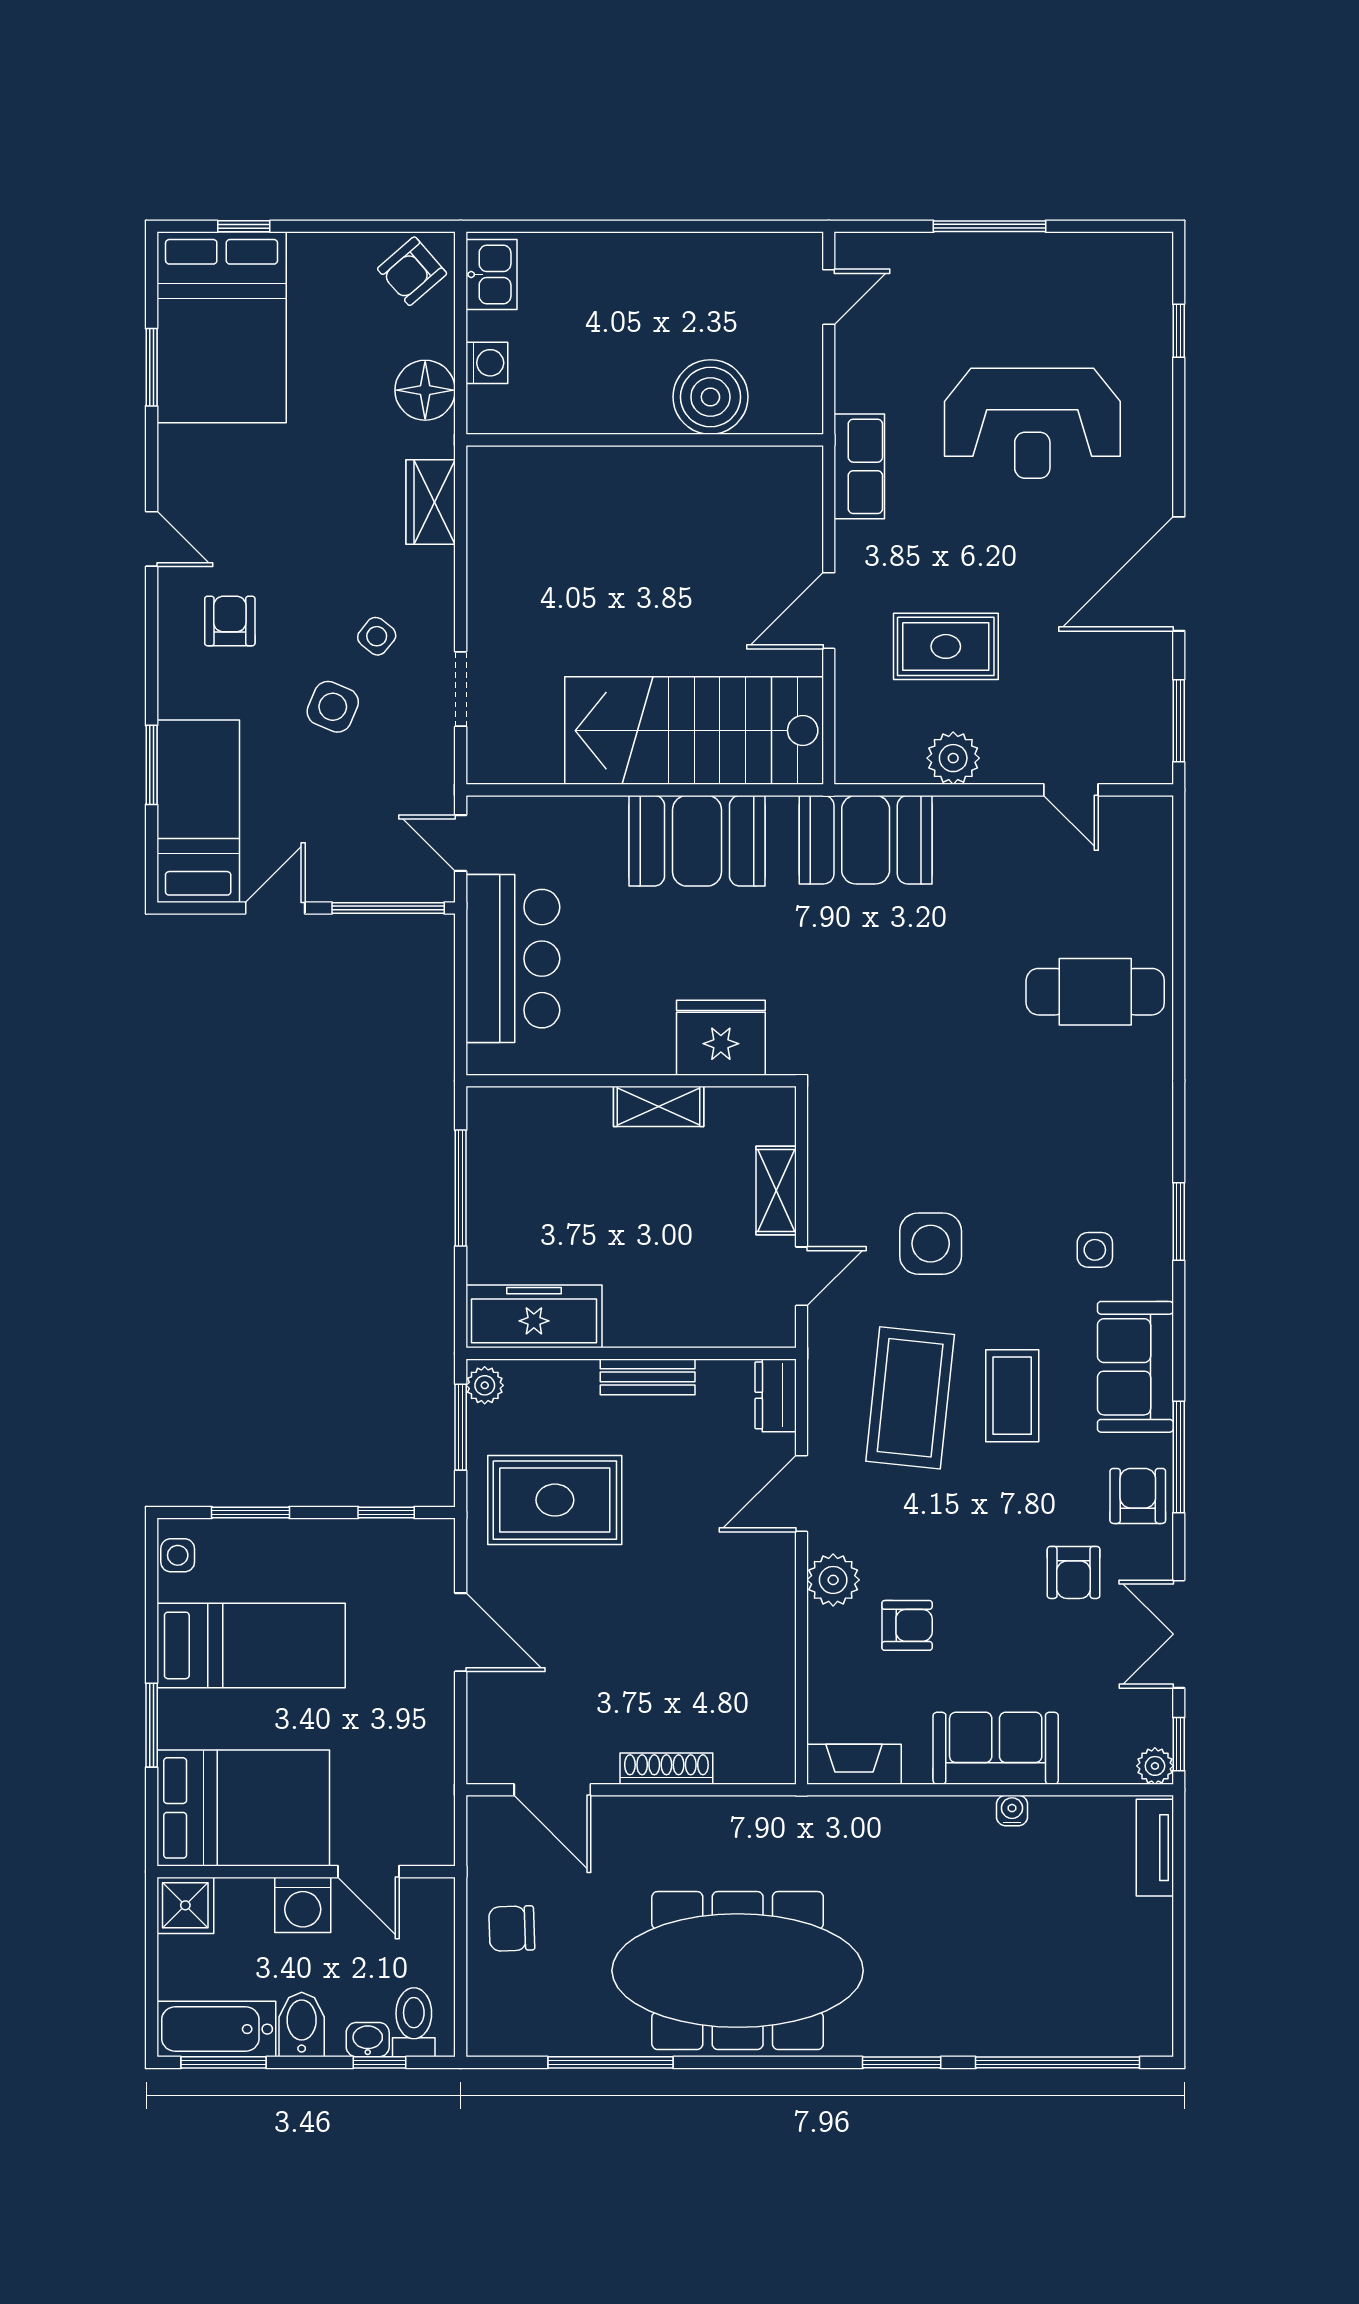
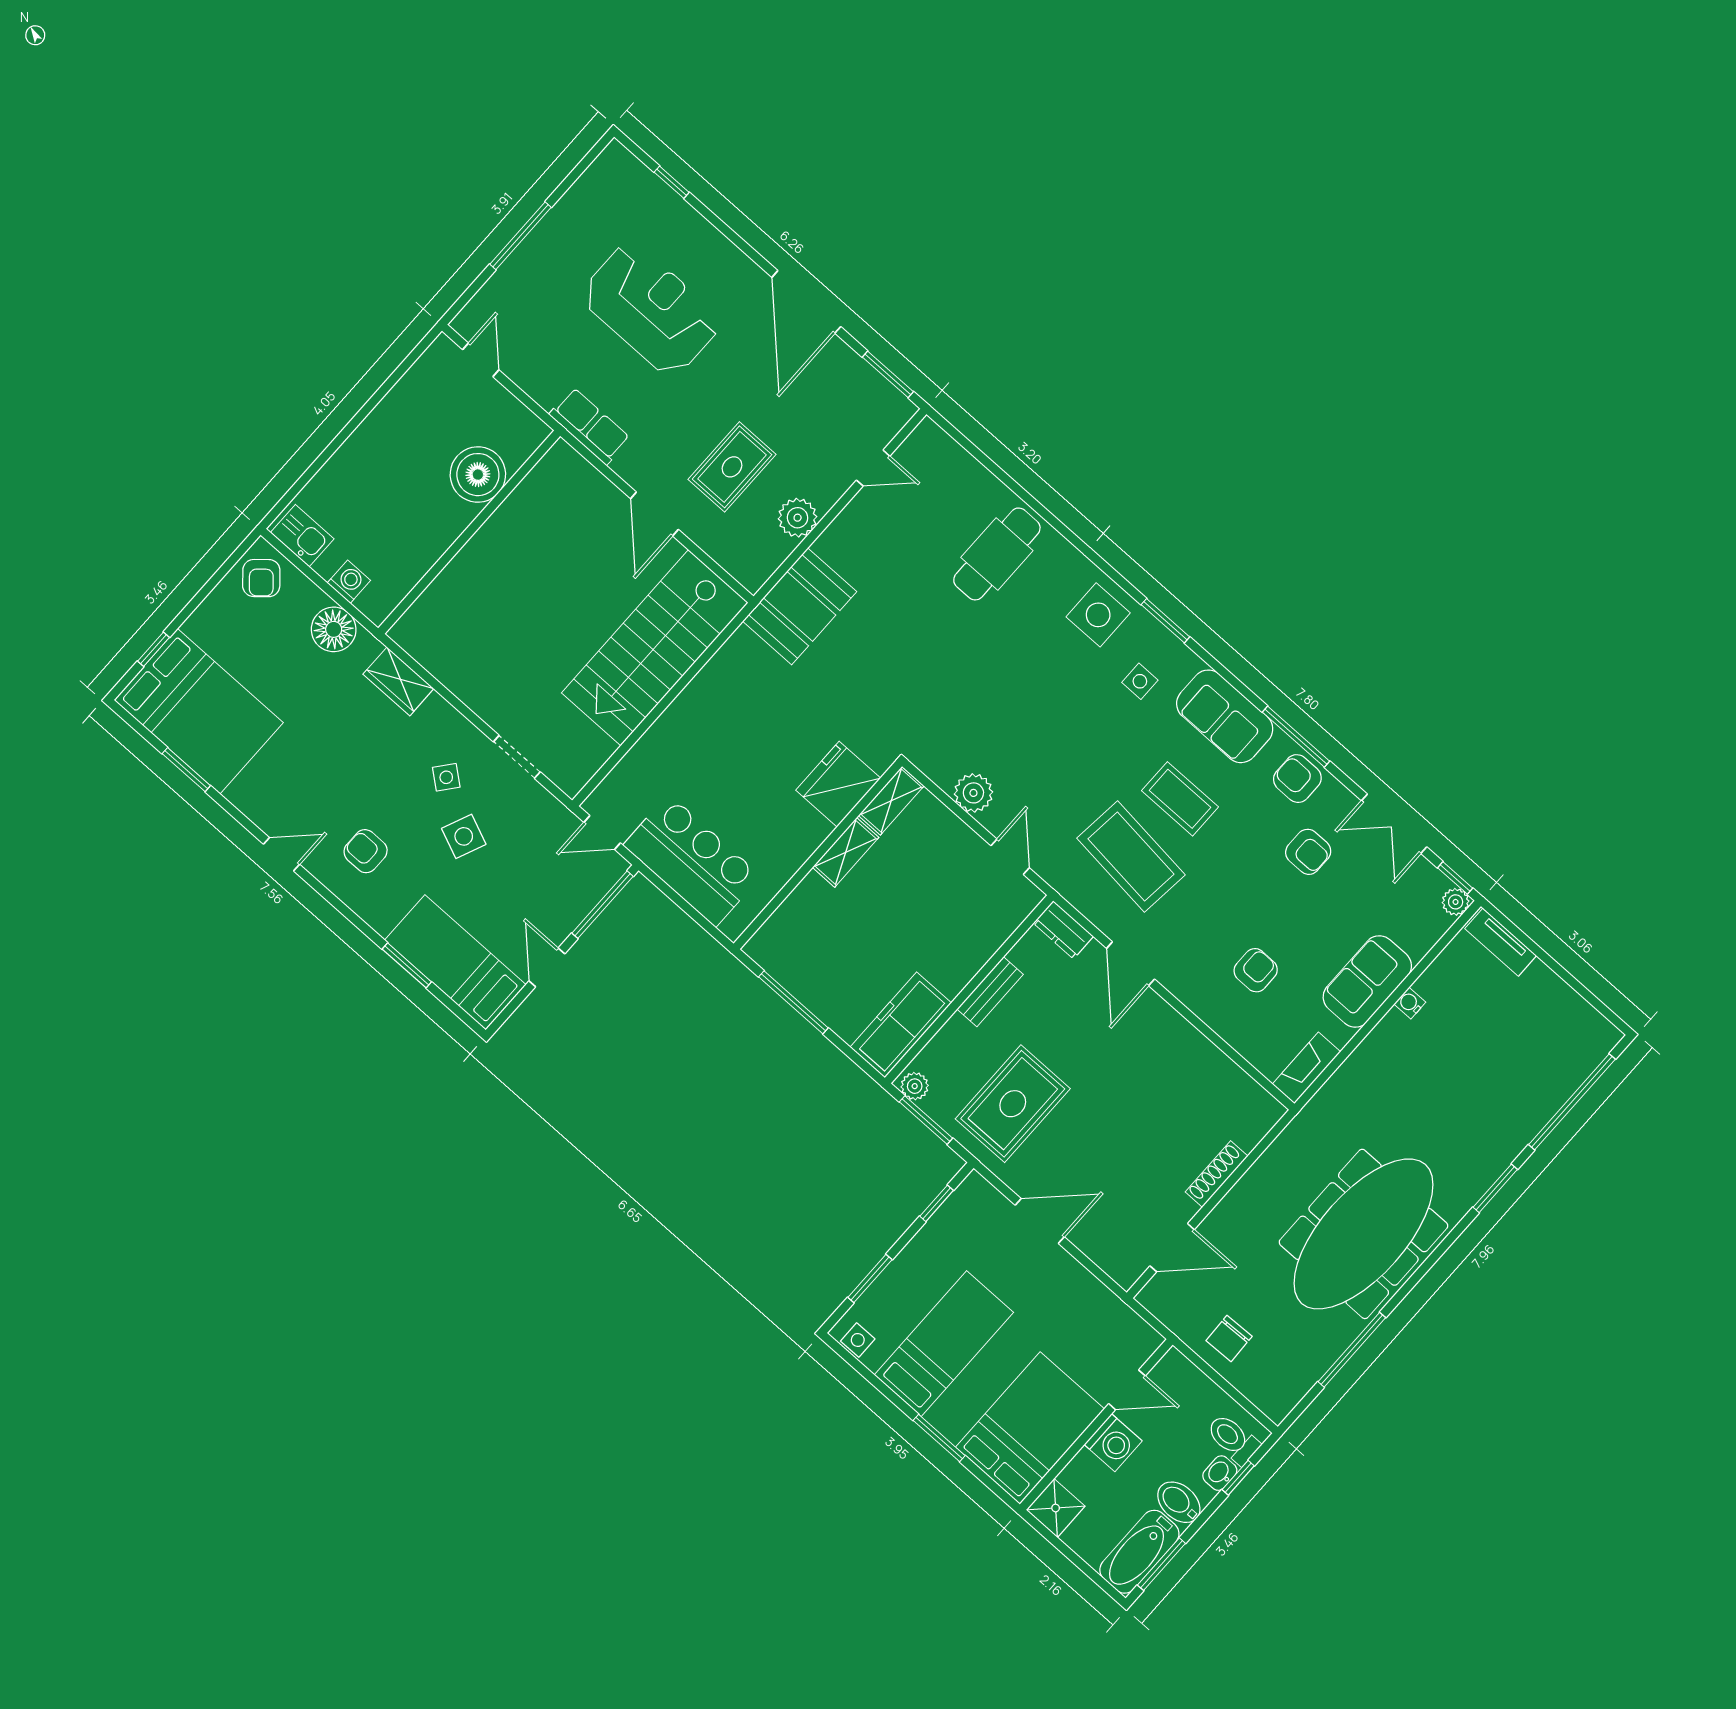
reception desk: (1032, 423) -> (651, 309), turned -90
booth: (697, 841) -> (717, 700), removed
shelving: (776, 1191) -> (891, 801), moved, turned 90
side table: (931, 1244) -> (1098, 615), moved
plant: (833, 1580) -> (973, 793), moved

